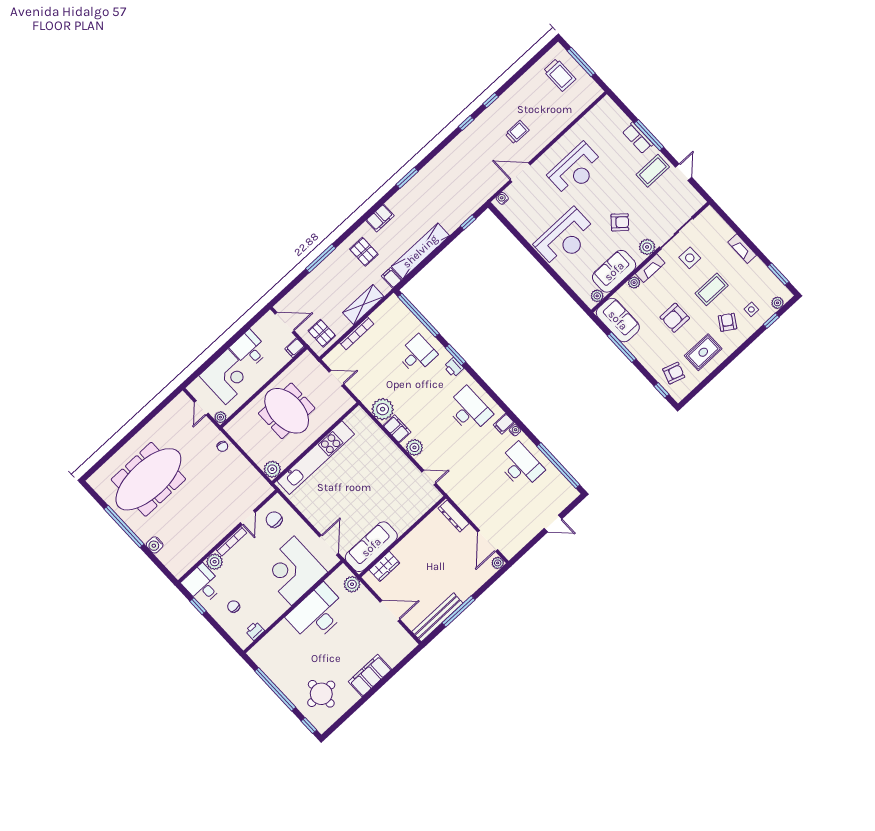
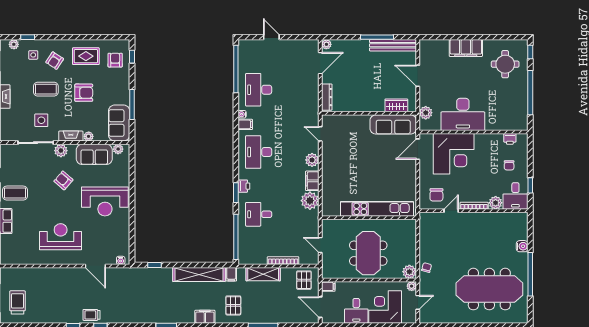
trolley: (517, 132) -> (91, 315), moved
reception desk: (565, 238) -> (105, 201), turned 180
armchair: (674, 373) -> (115, 60), turned 72
plant: (272, 469) -> (409, 272), moved

